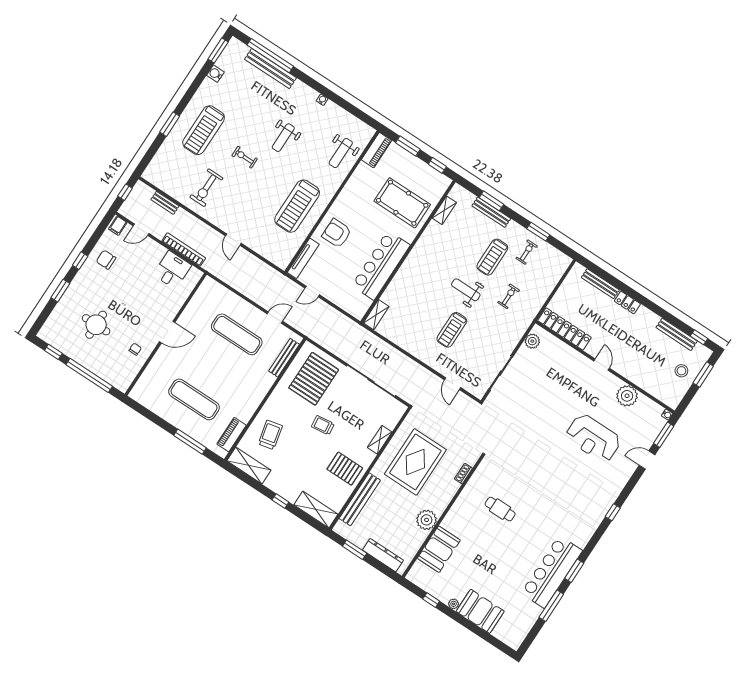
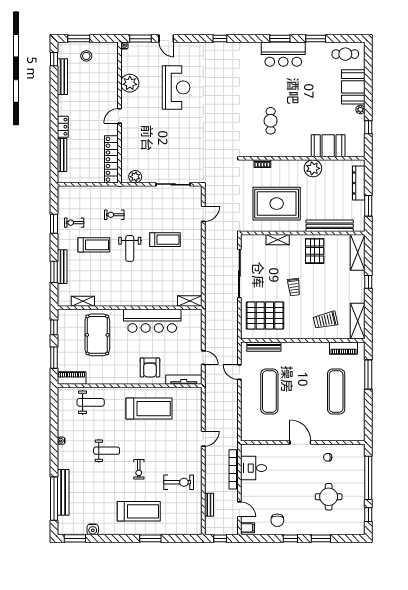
bar counter: (552, 572) -> (283, 54), width x0.73
window: (551, 606) -> (316, 39), width x0.69
cafe table: (517, 625) -> (345, 54), added

